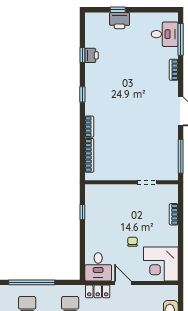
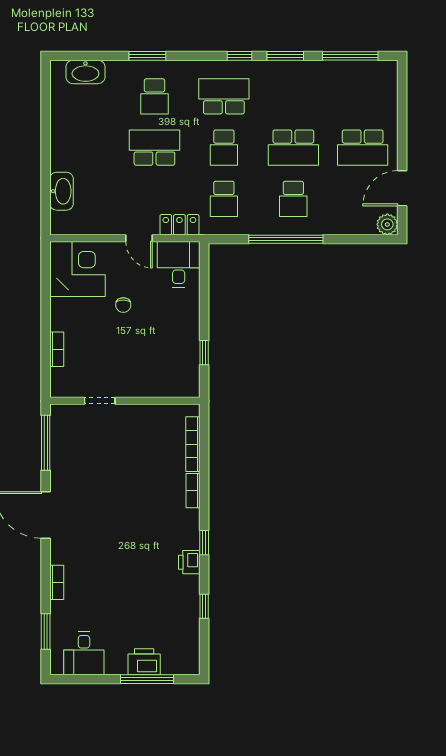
window: (118, 10) -> (147, 679), width x2.17
desk: (165, 34) -> (84, 653), moved, turned -90
window: (181, 39) -> (46, 631), width x0.69
printer: (92, 55) -> (189, 562), moved

